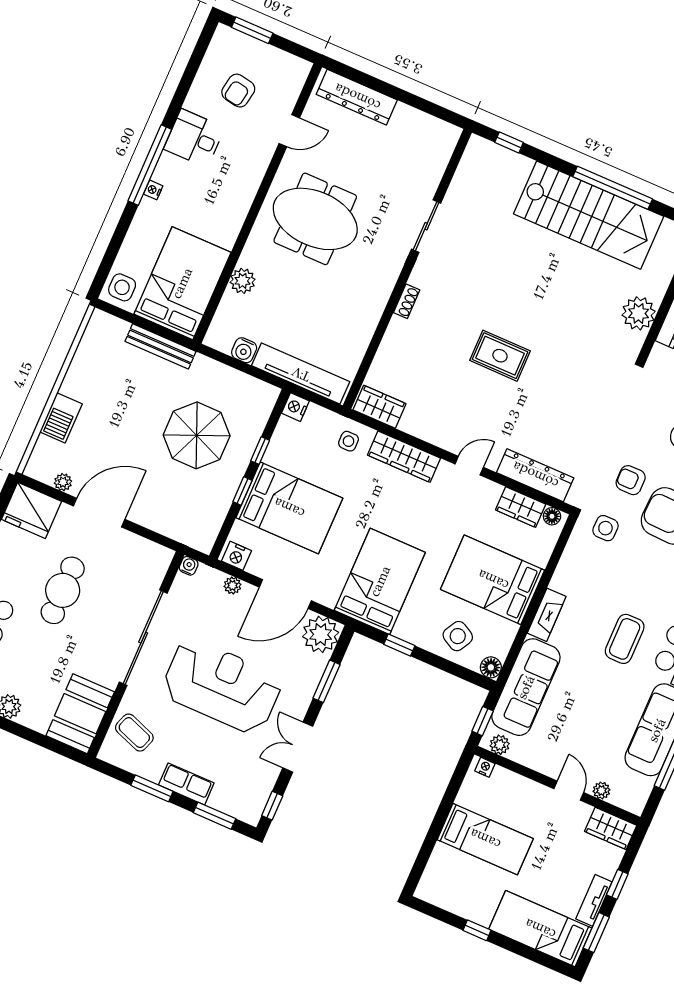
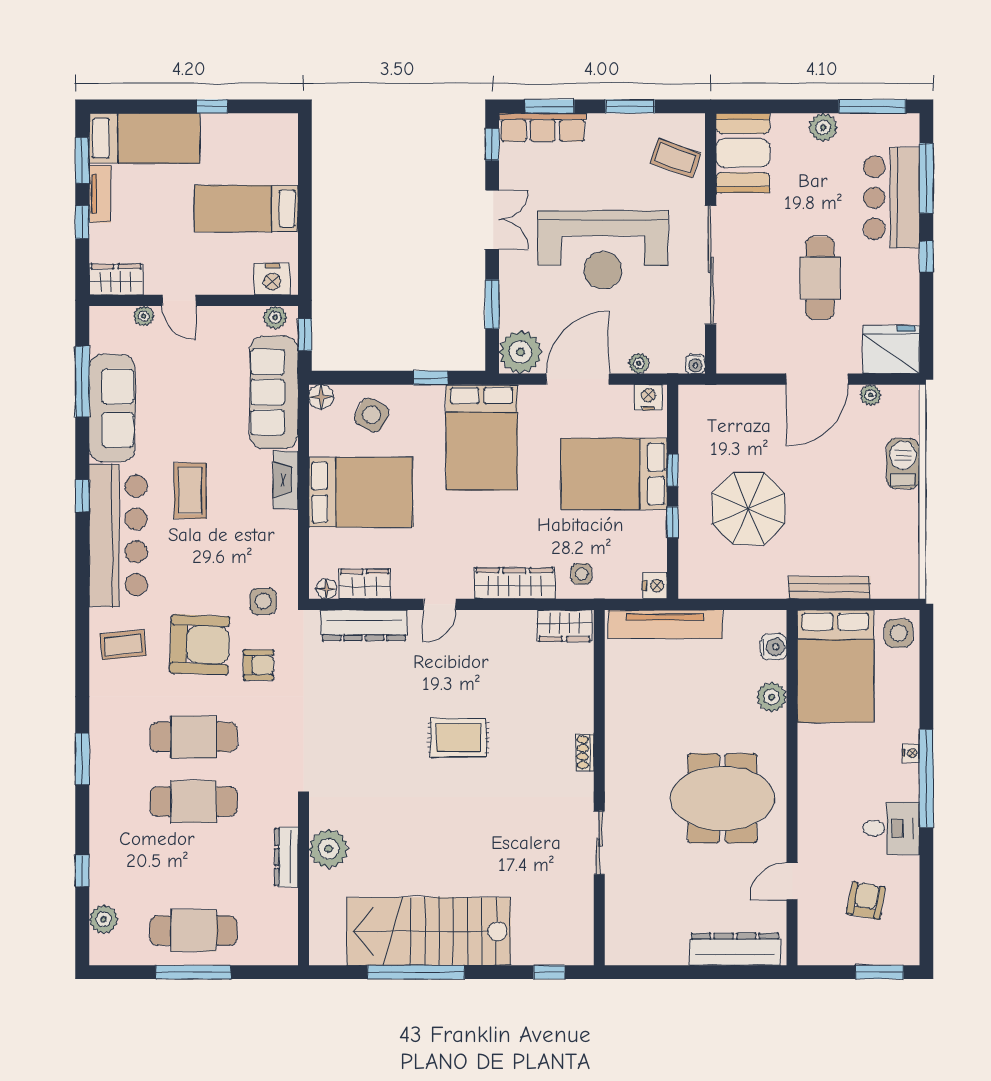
water cooler: (244, 350) -> (774, 647), moved, turned 90
nightstand: (485, 767) -> (272, 279), width x1.89, depth x1.79
row of seats: (186, 784) -> (543, 127), moved, width x1.48

